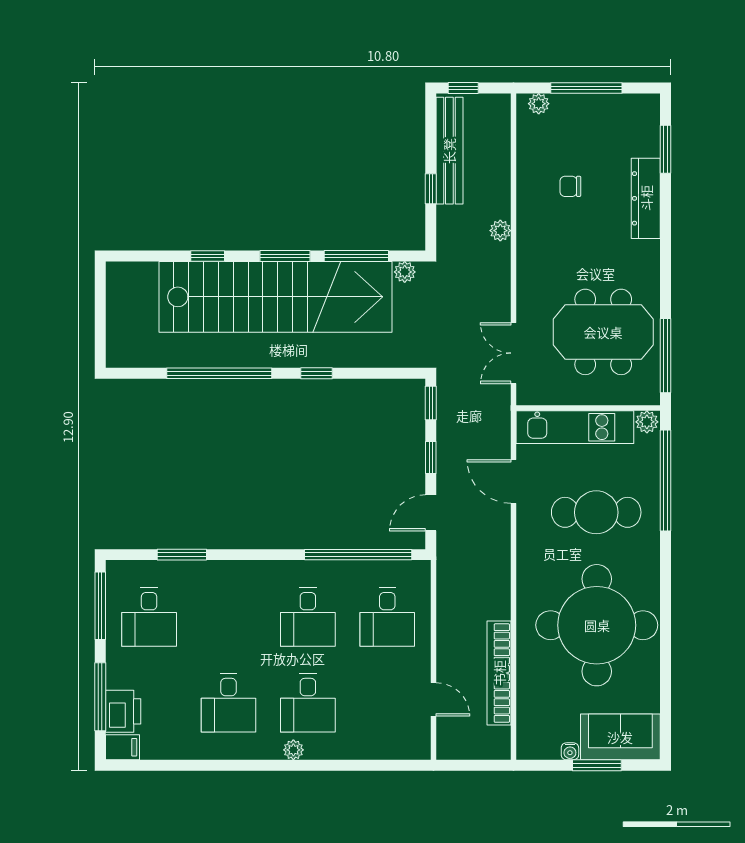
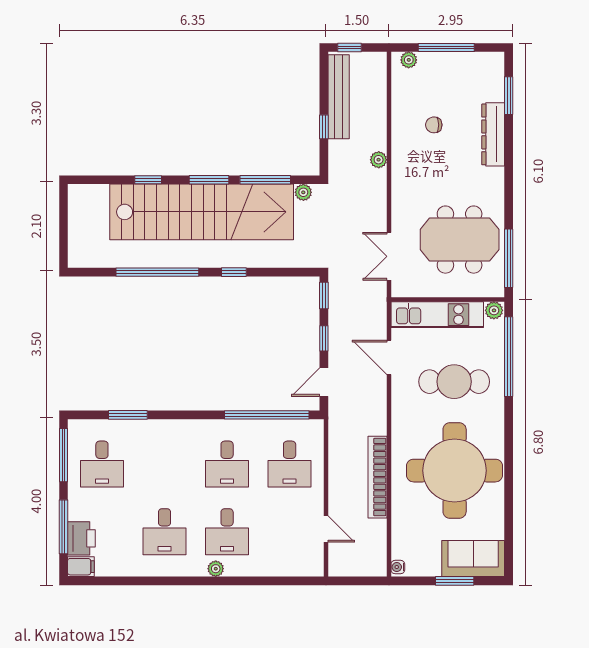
bookcase: (499, 673) -> (378, 477), moved
water cooler: (570, 751) -> (398, 567), moved, turned 90

